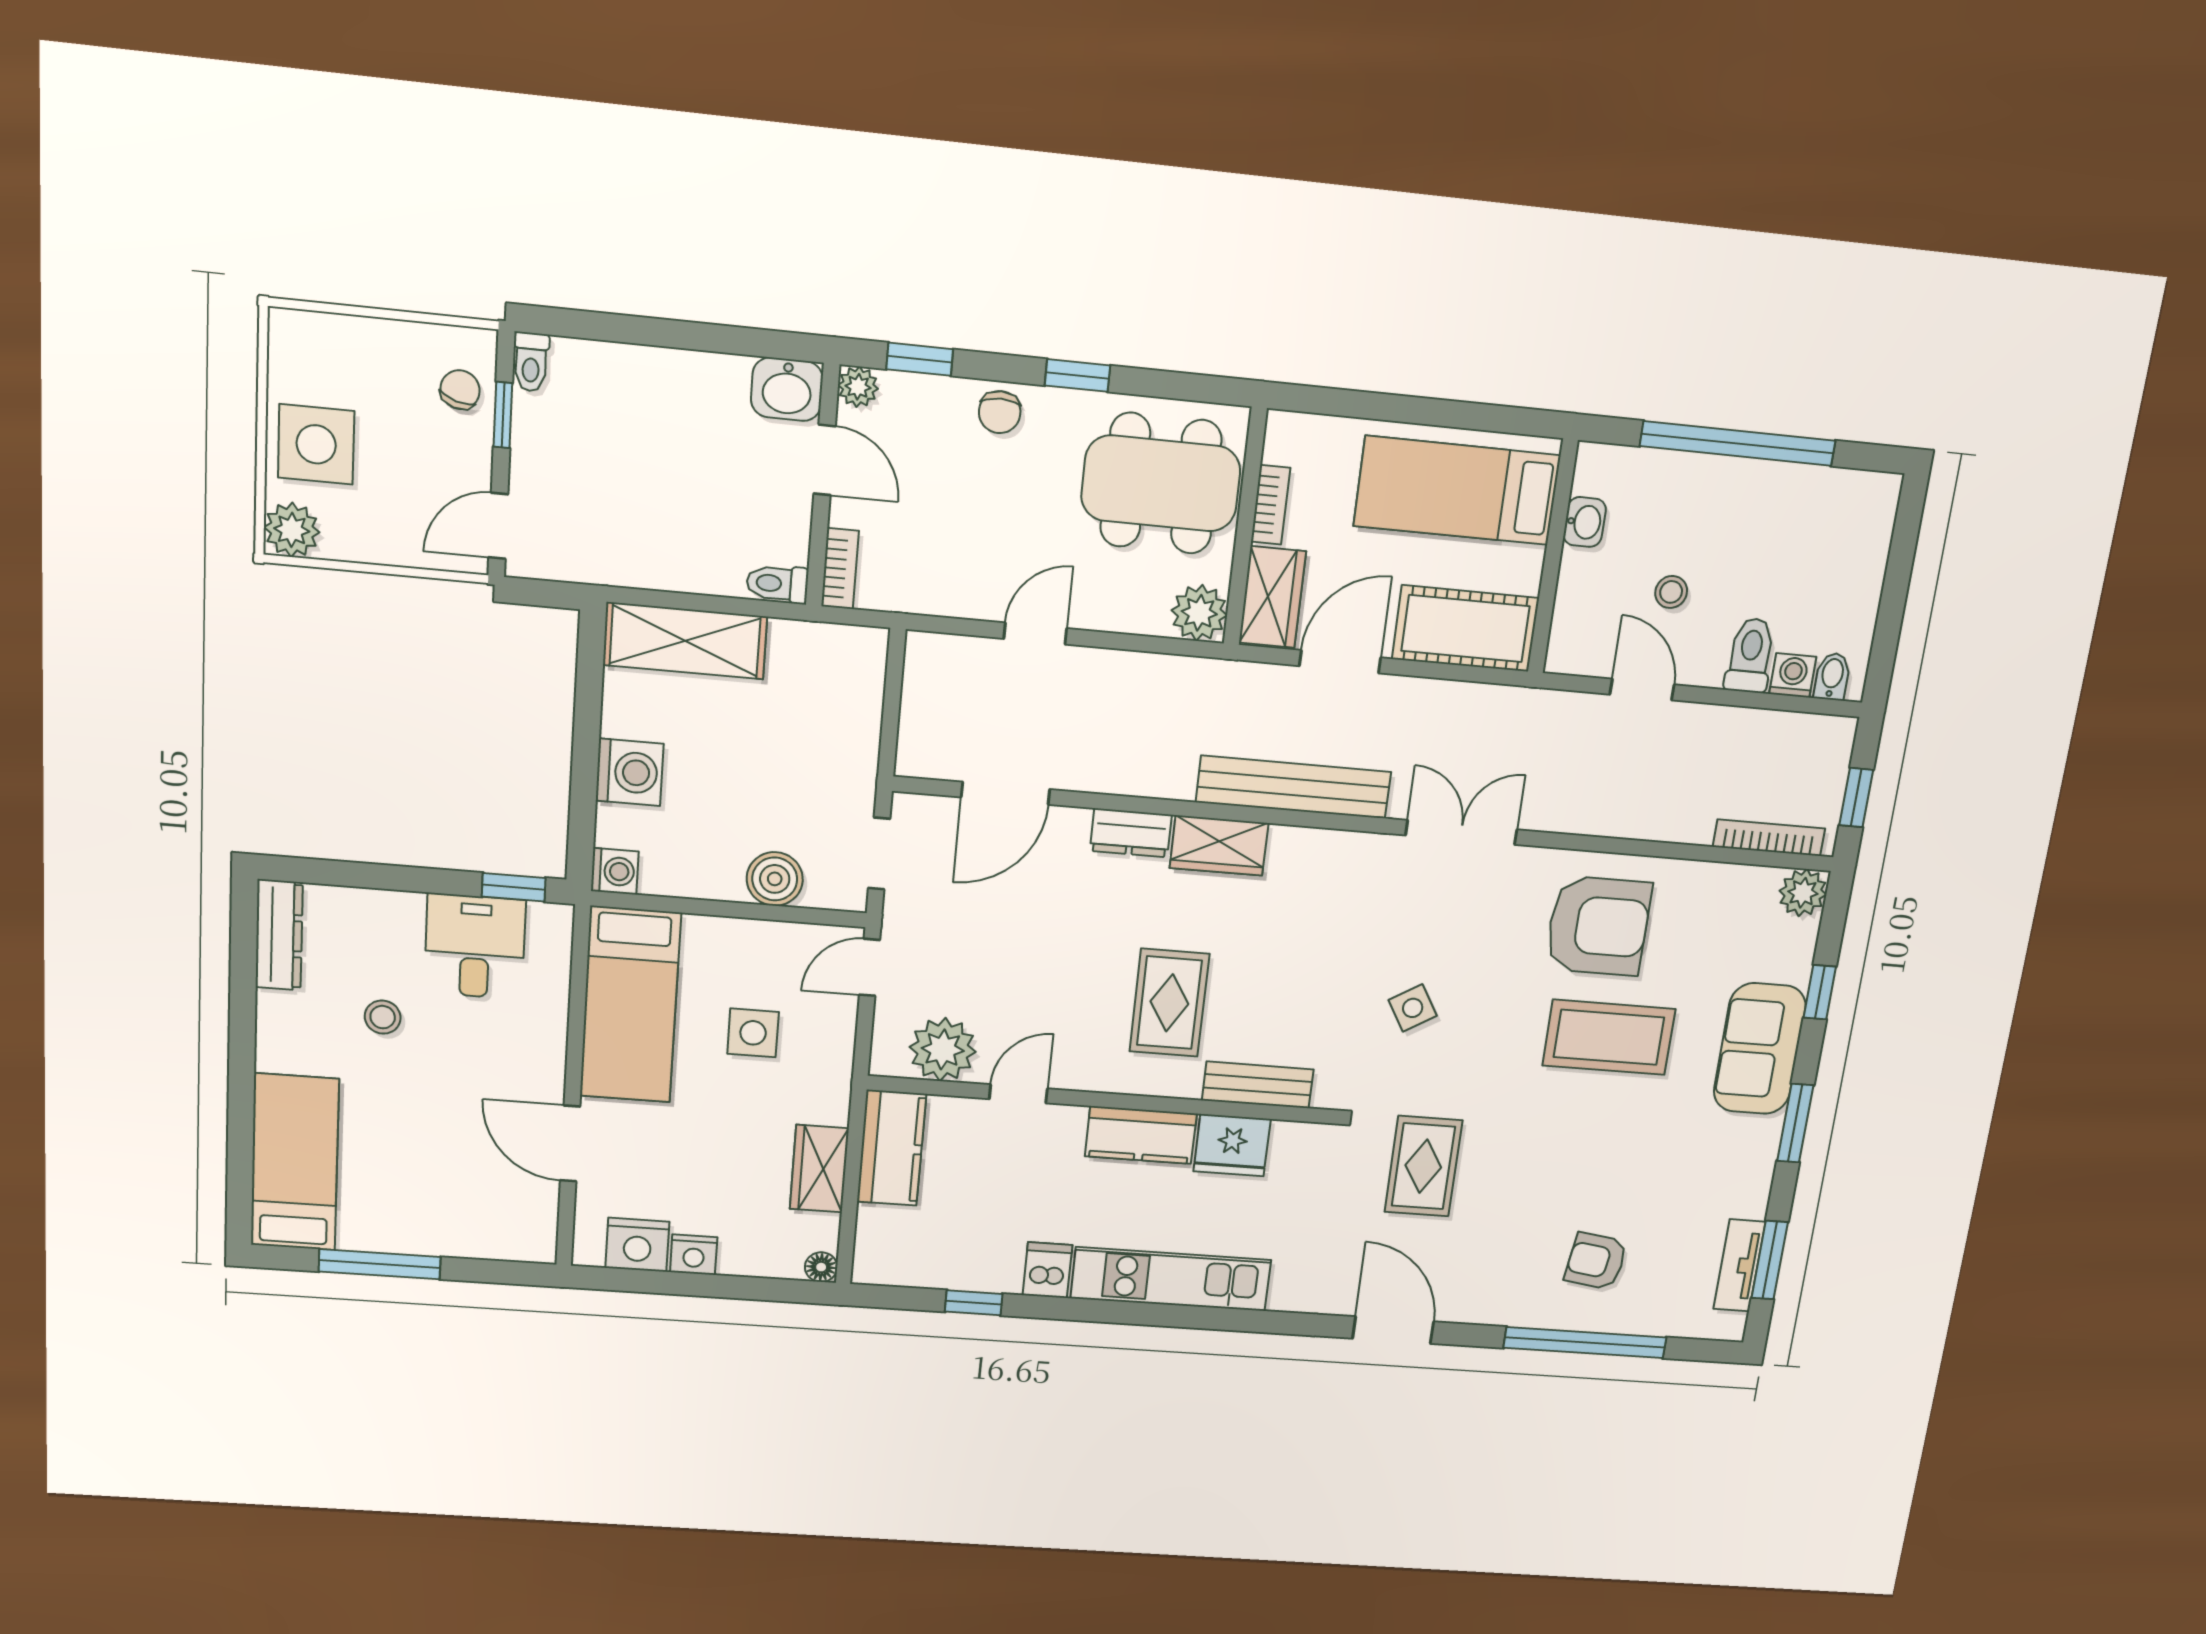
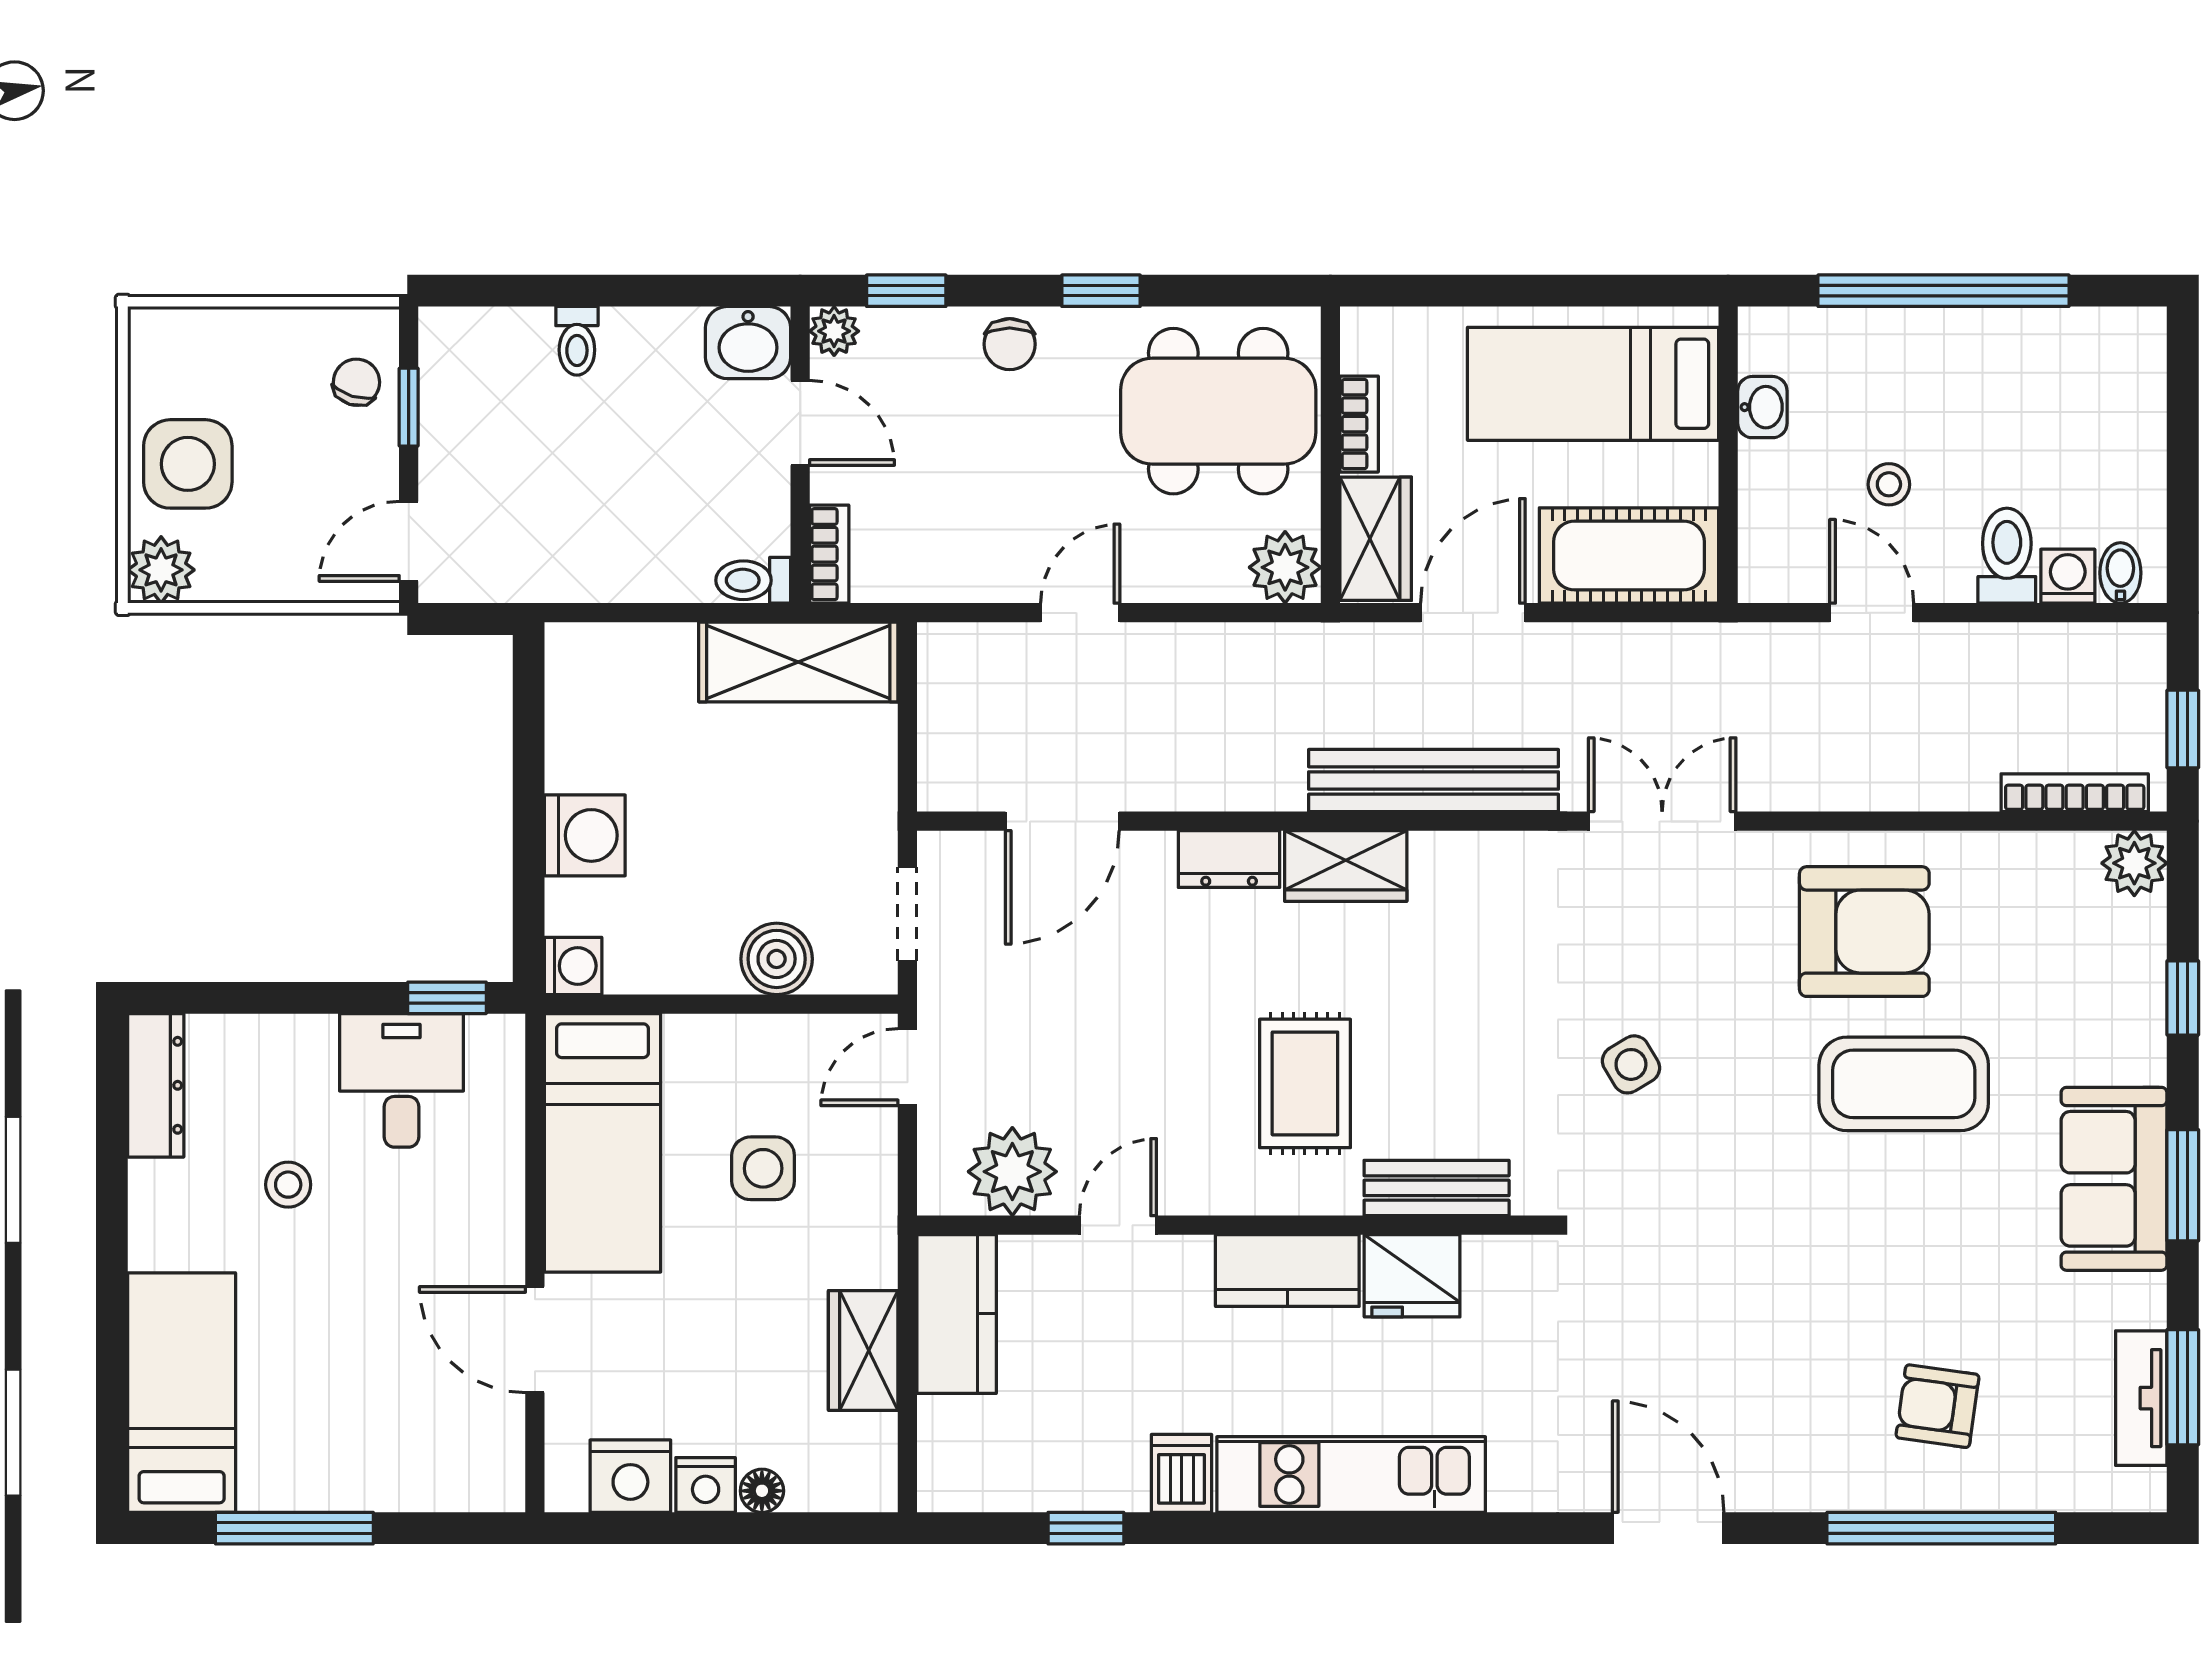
toilet: (531, 362) -> (577, 341), moved
shelving: (685, 641) -> (798, 662), moved
sofa: (1760, 1049) -> (2114, 1179), moved
rug: (1423, 1166) -> (1677, 1286), removed
floor lamp: (821, 1267) -> (762, 1491), moved

